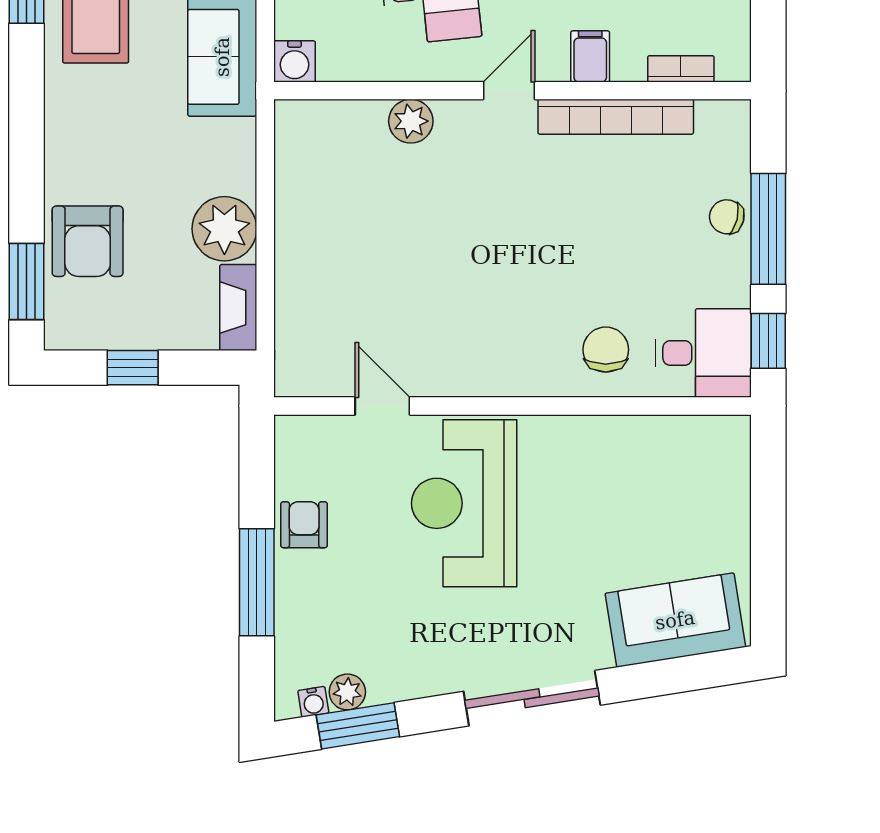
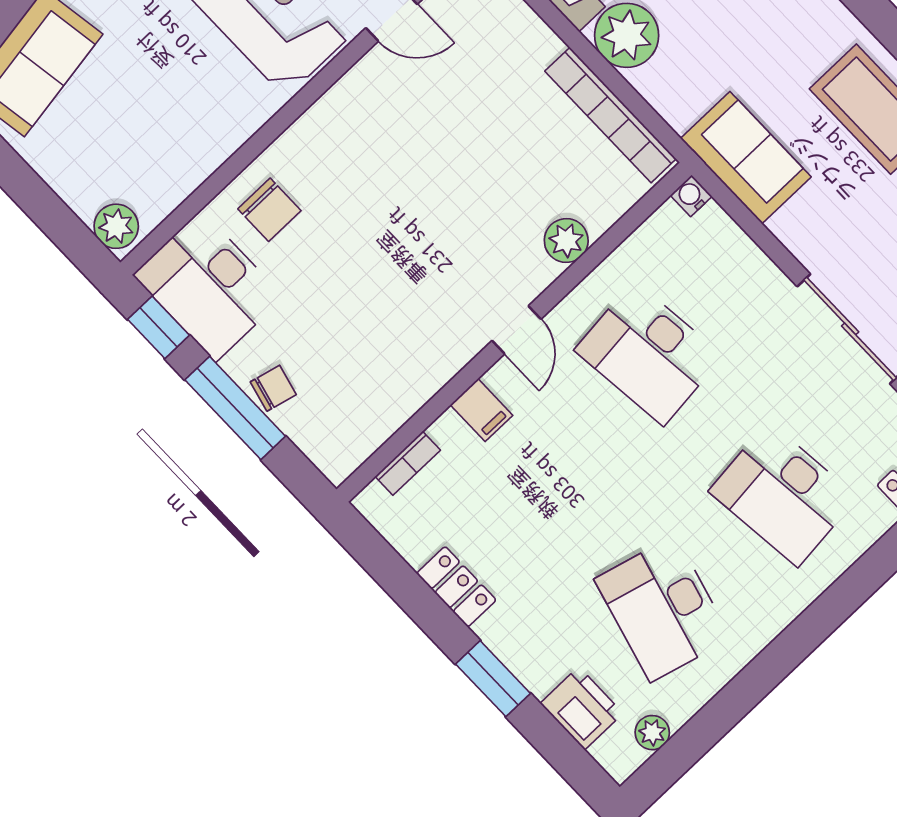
water cooler: (294, 61) -> (691, 196), width x0.72, depth x0.72
bookcase: (616, 117) -> (611, 115), moved, turned -90
desk: (703, 353) -> (208, 286), width x1.37
plant: (729, 444) -> (116, 226), added

